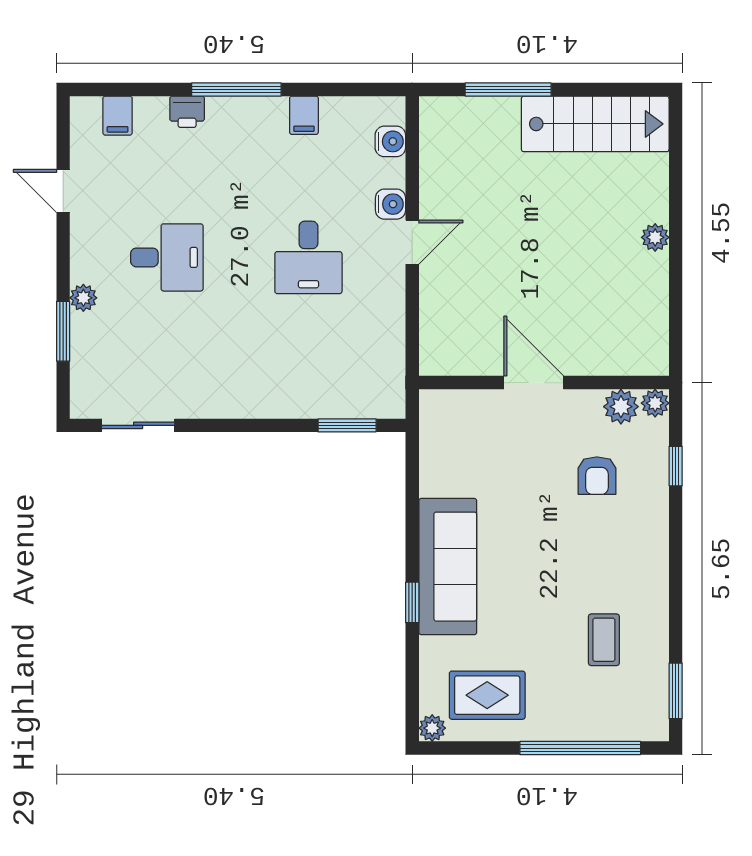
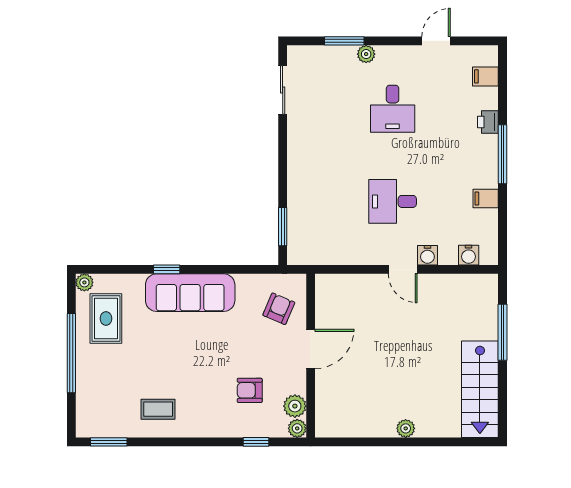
armchair: (472, 431) -> (279, 309), added
coffee table: (604, 640) -> (158, 409), moved
window: (580, 748) -> (71, 353), moved

